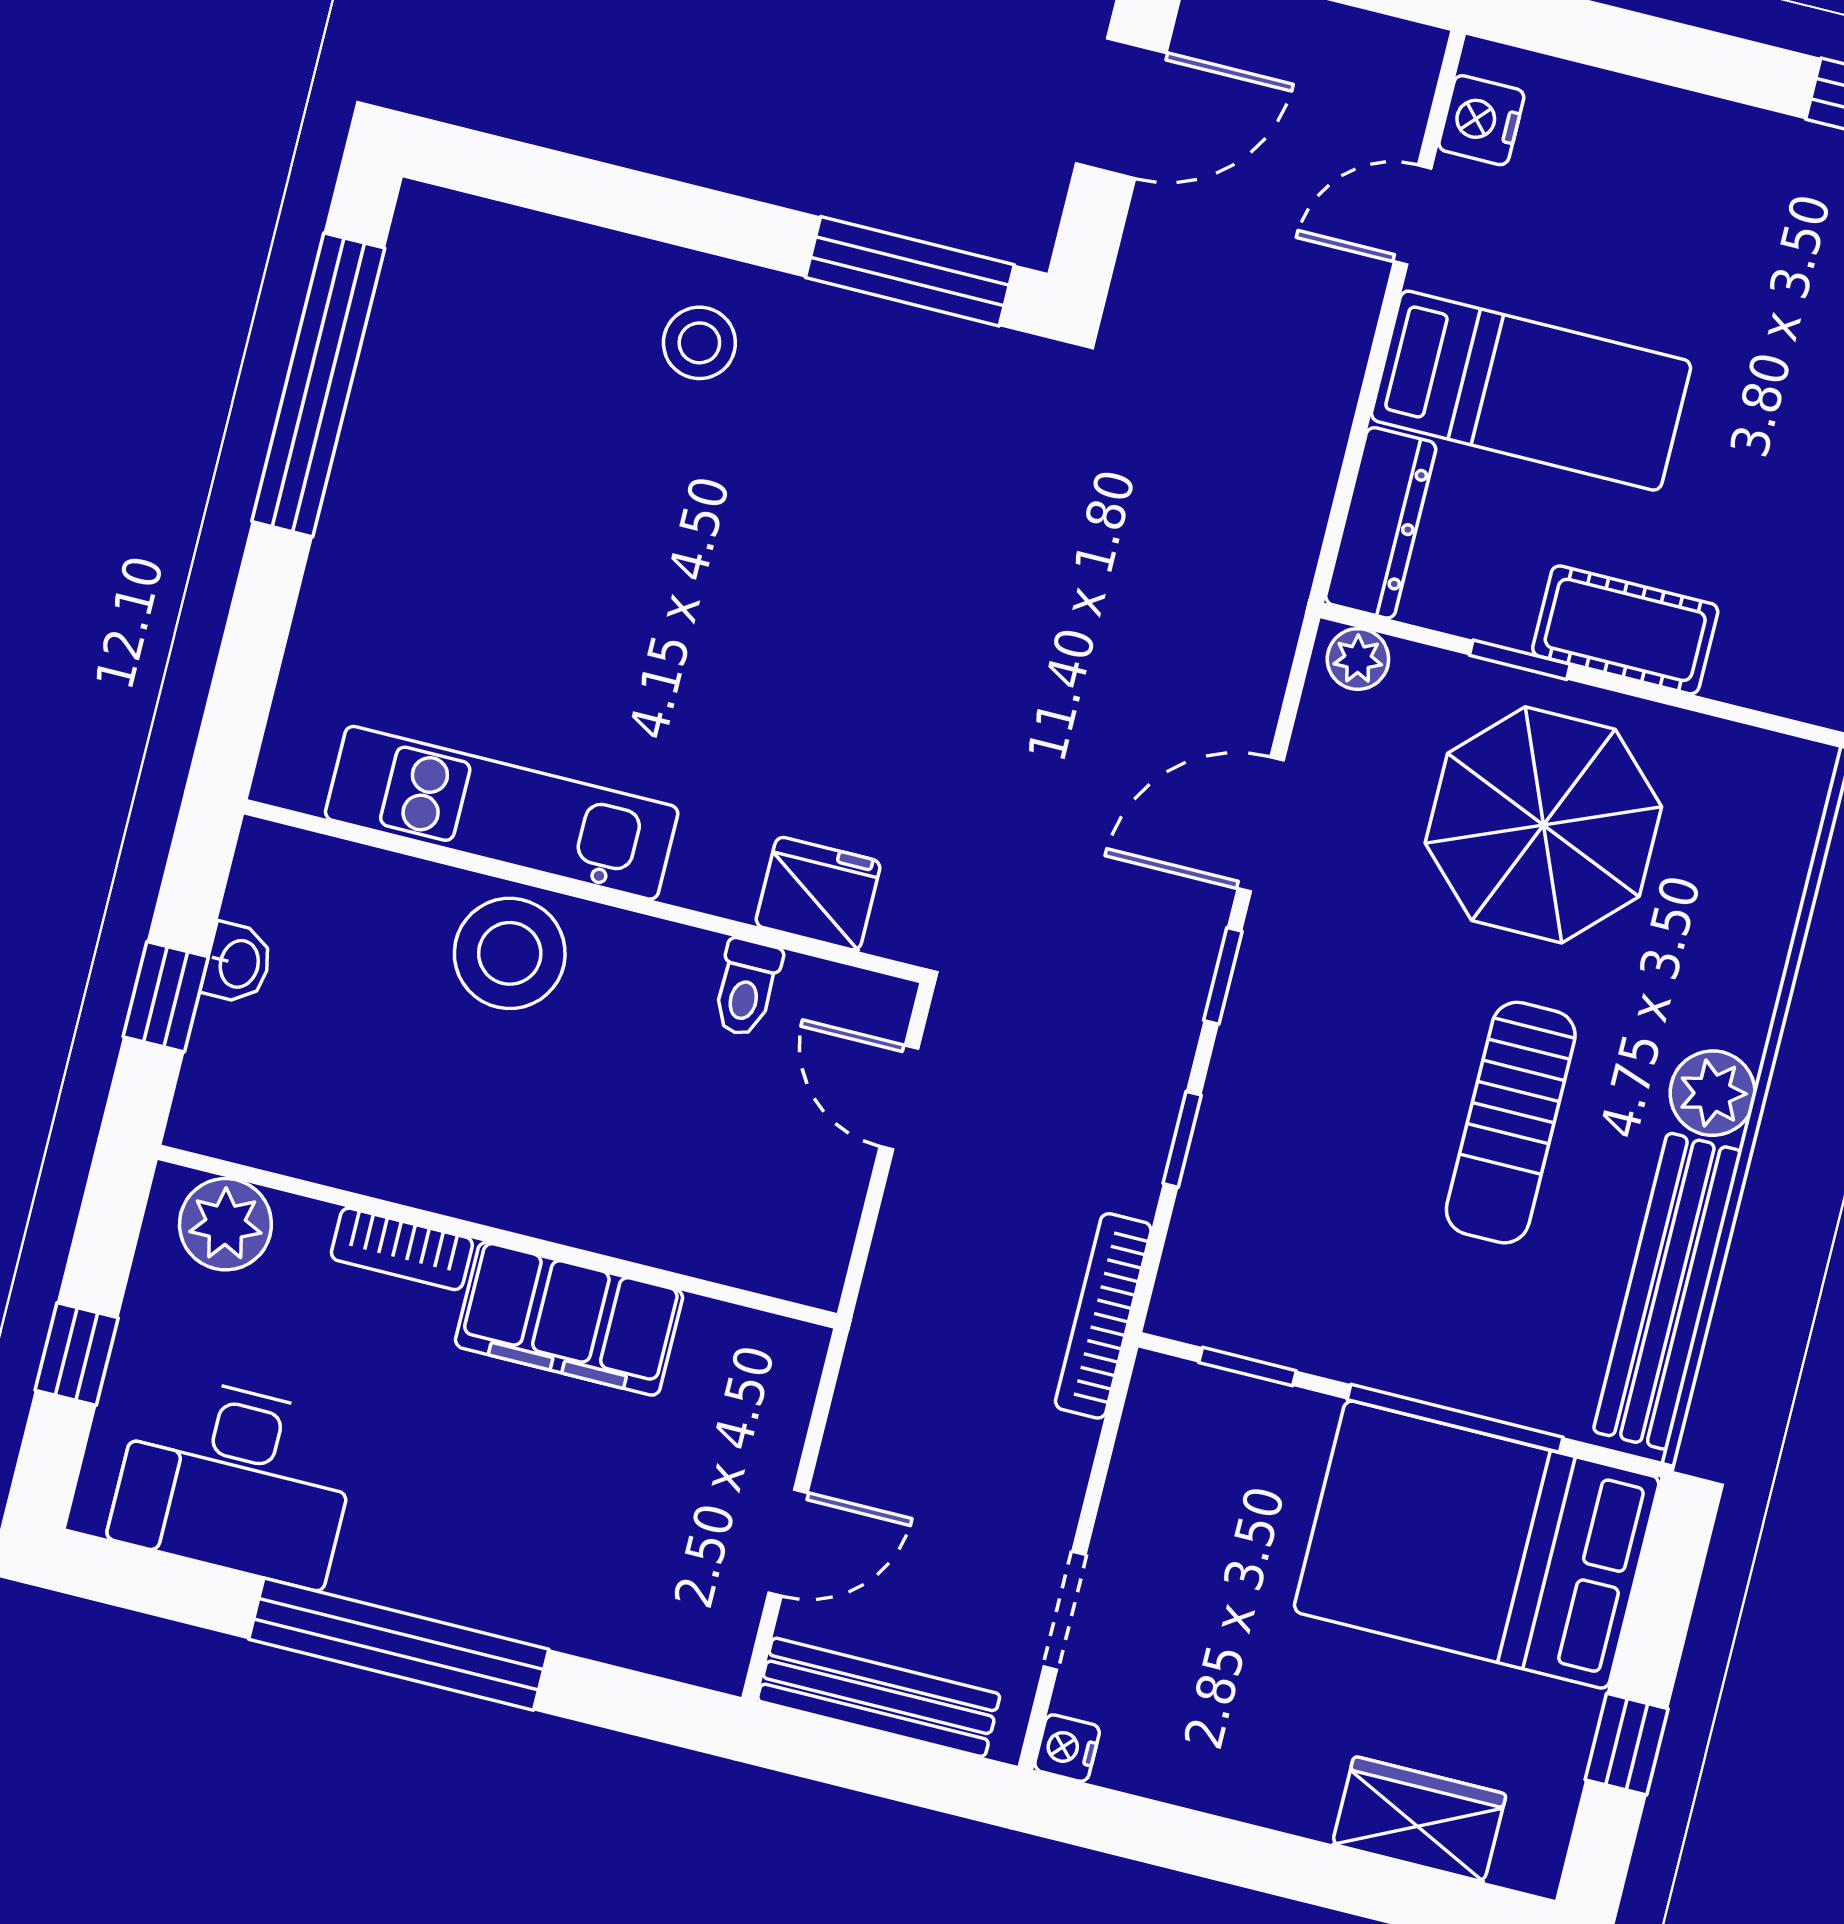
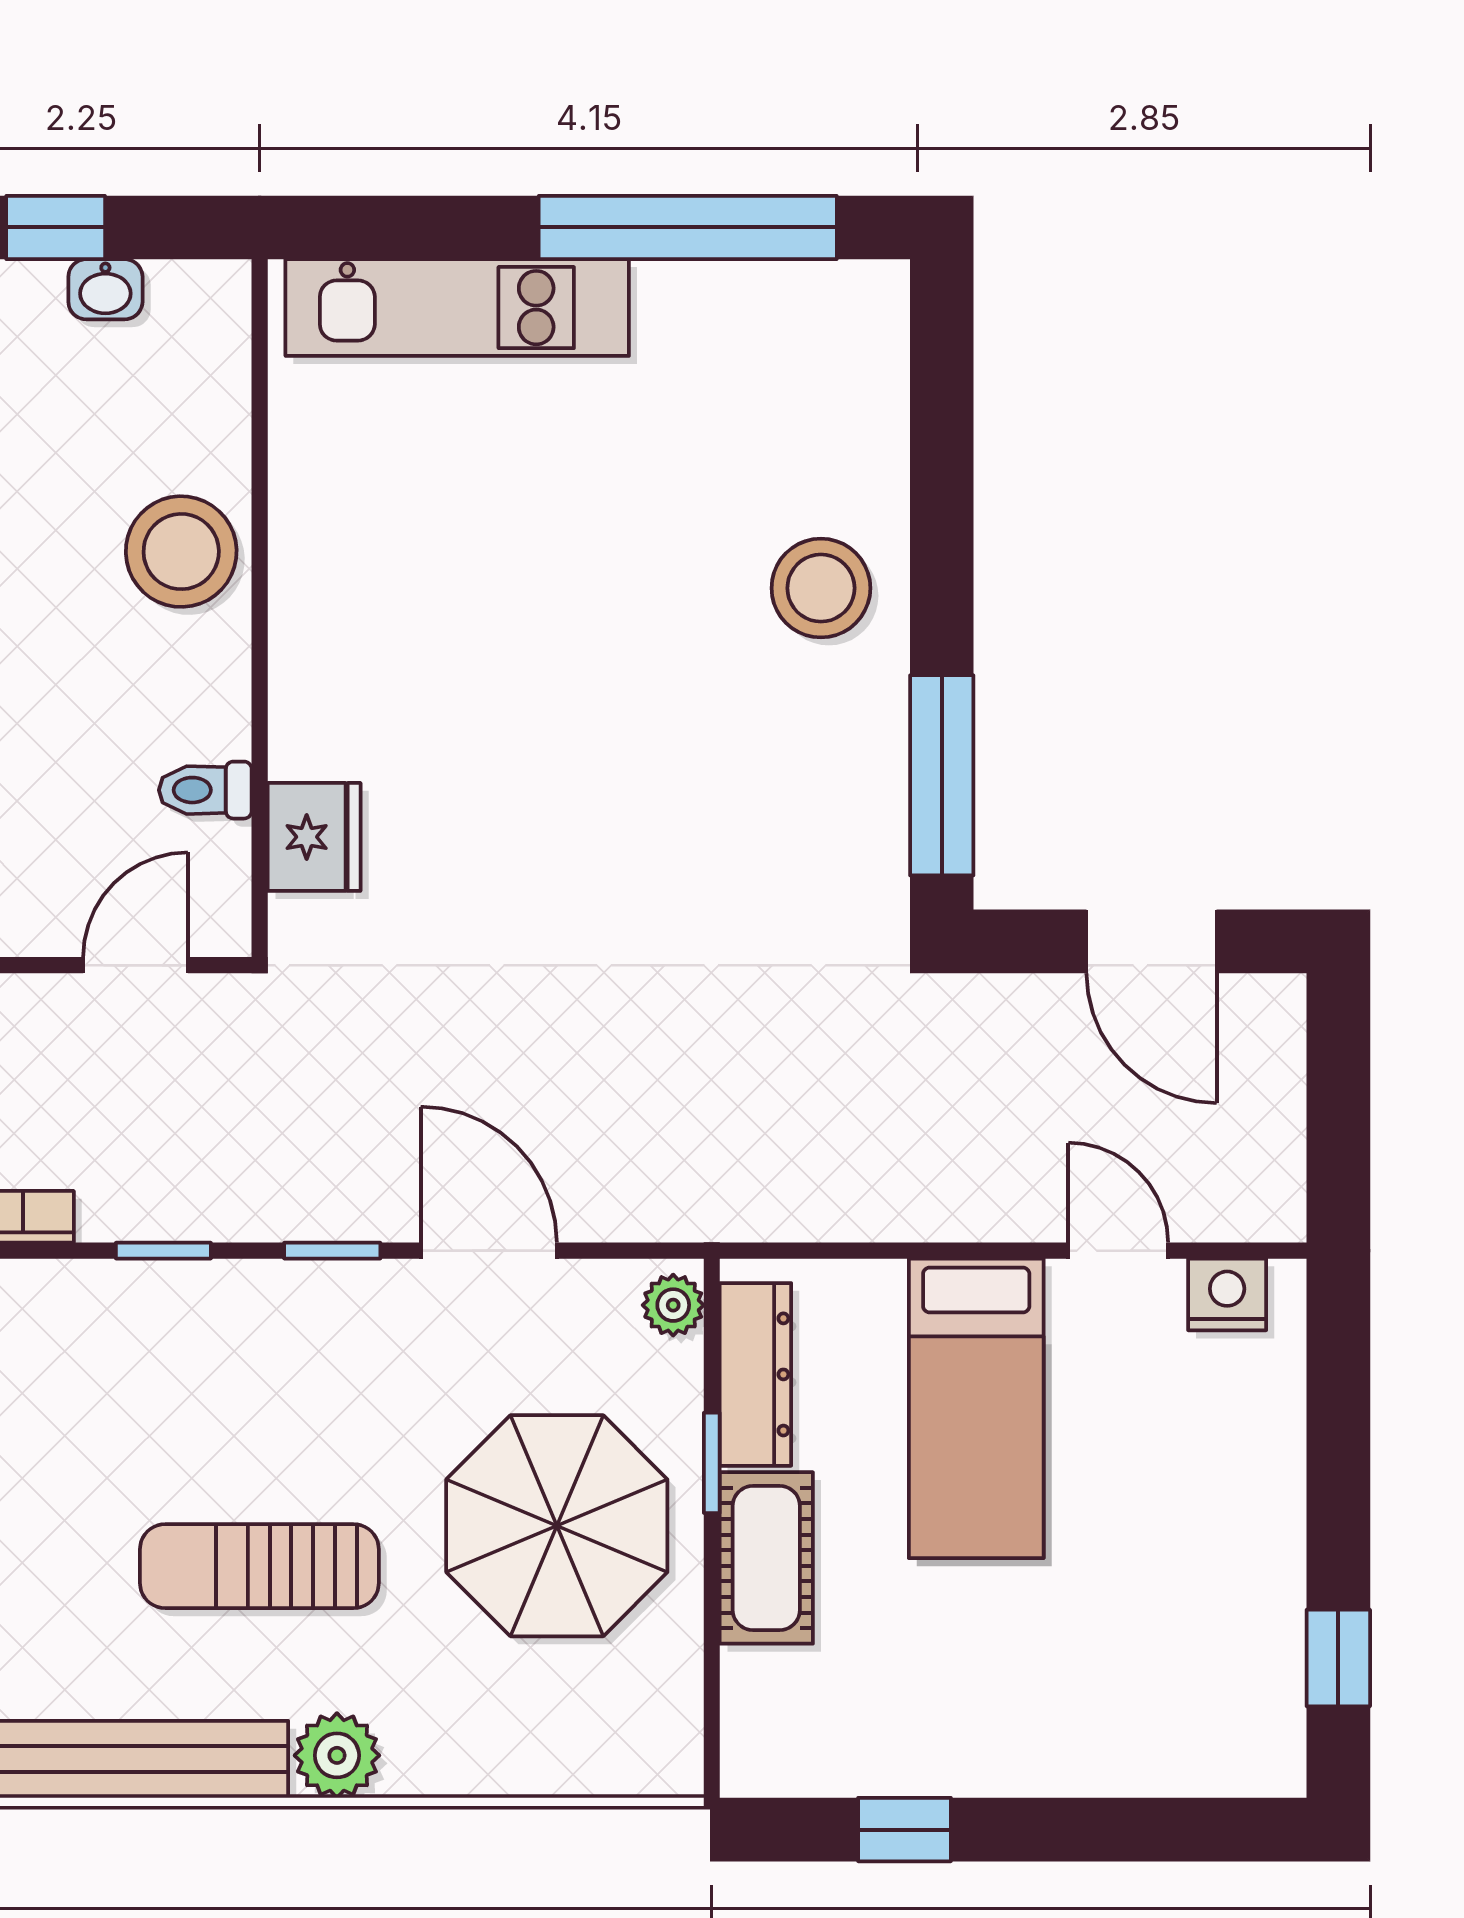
stool: (699, 343) -> (821, 588), width x1.38, depth x1.38
dresser: (1381, 523) -> (755, 1374), moved, turned -90
kitchen unit: (502, 813) -> (457, 308), moved, turned 90

